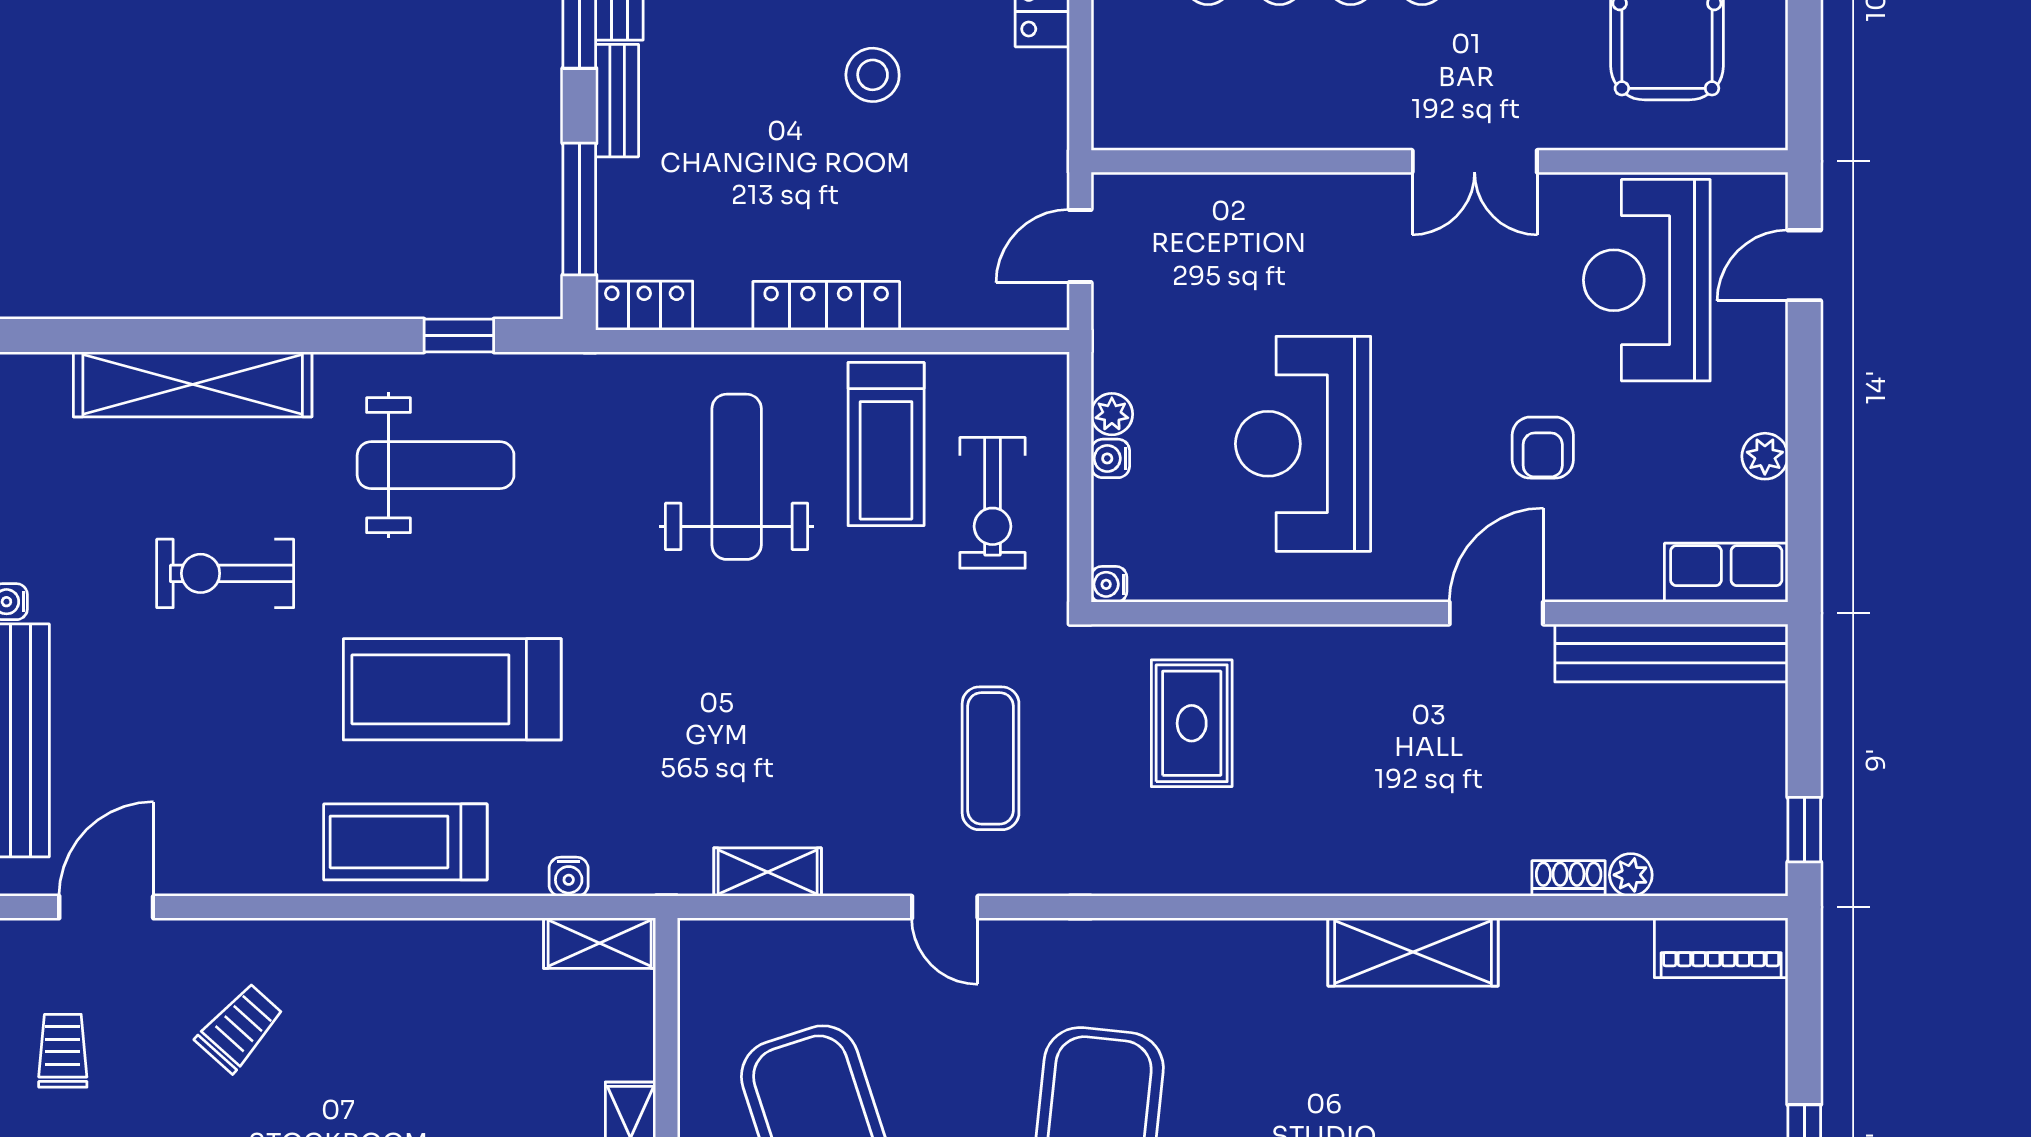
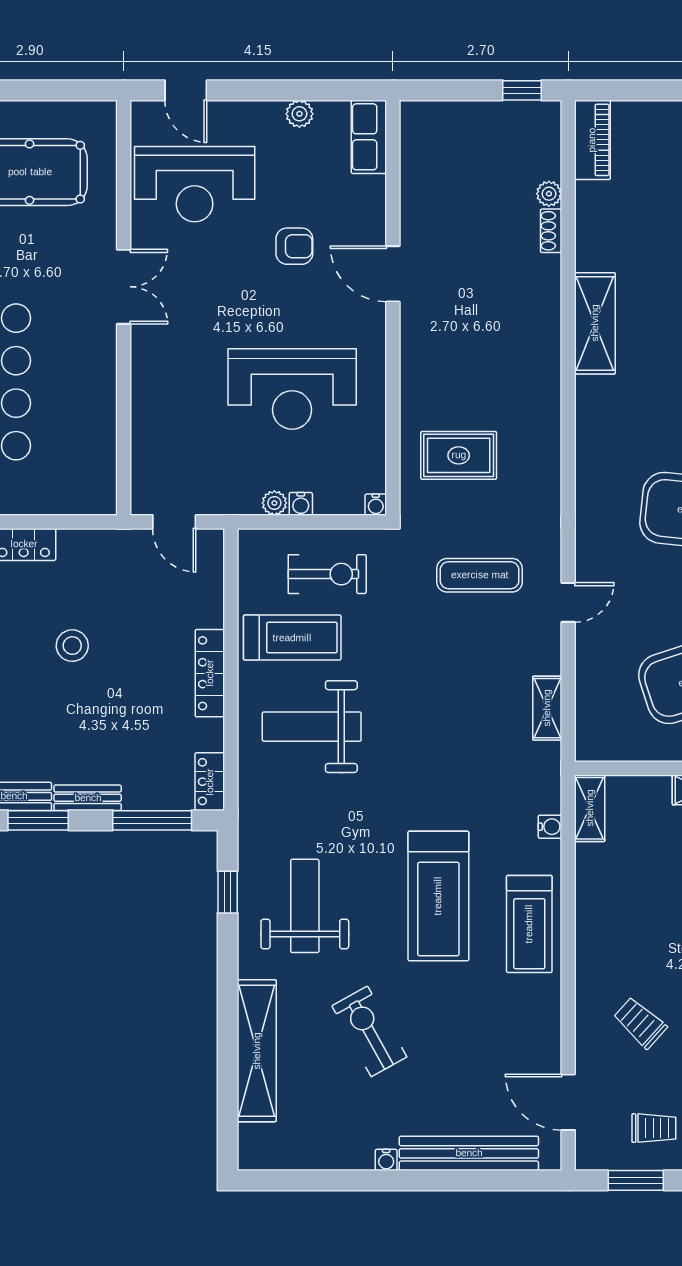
exercise bike: (225, 573) -> (369, 1031), turned 151
bench: (1671, 653) -> (417, 170), removed
trolley: (63, 1051) -> (654, 1128), turned 180

